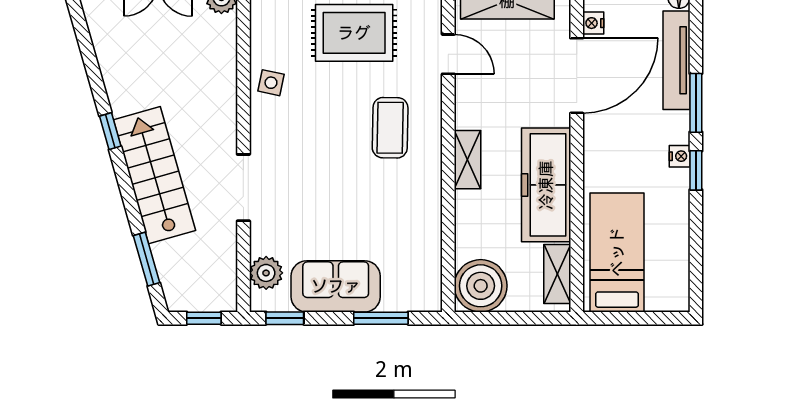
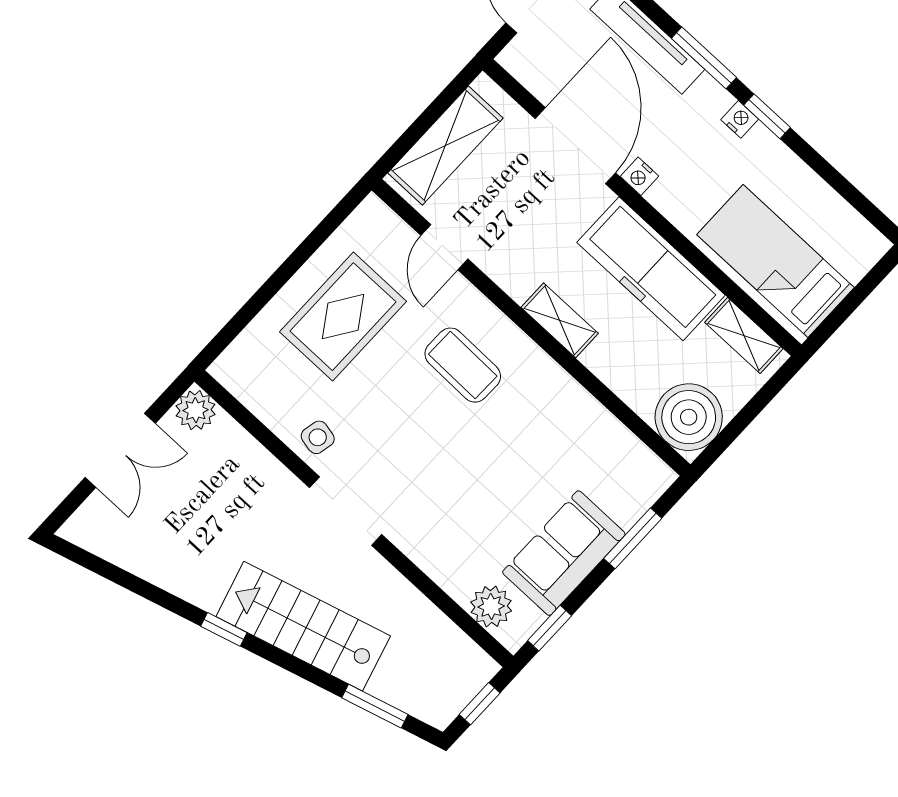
nightstand: (593, 23) -> (639, 176), moved
door: (448, 54) -> (444, 247), swing flipped
doorway: (243, 188) -> (346, 511), moved

